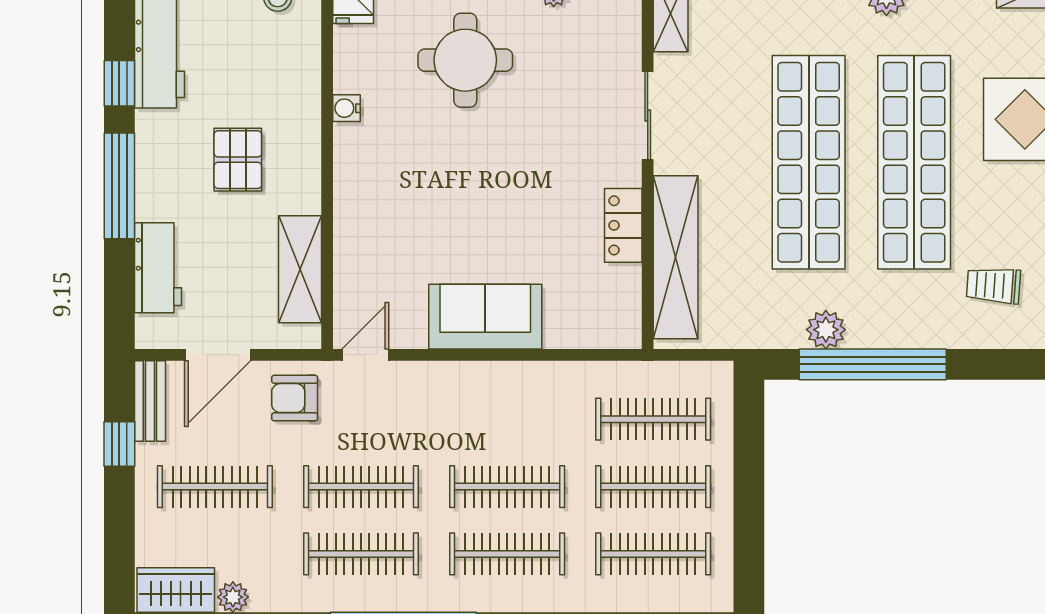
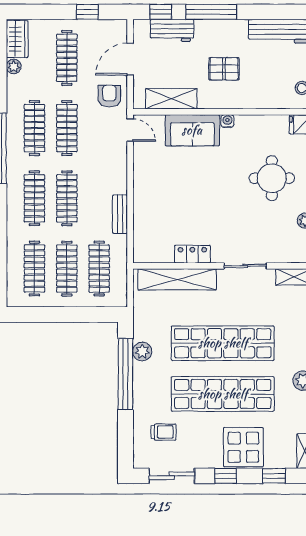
window: (119, 83) -> (161, 12), moved
water cooler: (347, 108) -> (227, 121), moved
trolley: (993, 285) -> (164, 432), turned 86
sofa: (485, 317) -> (192, 130), moved, turned 90
door: (218, 355) -> (130, 59), hinge flipped
bench: (150, 401) -> (120, 214), moved, turned 90

